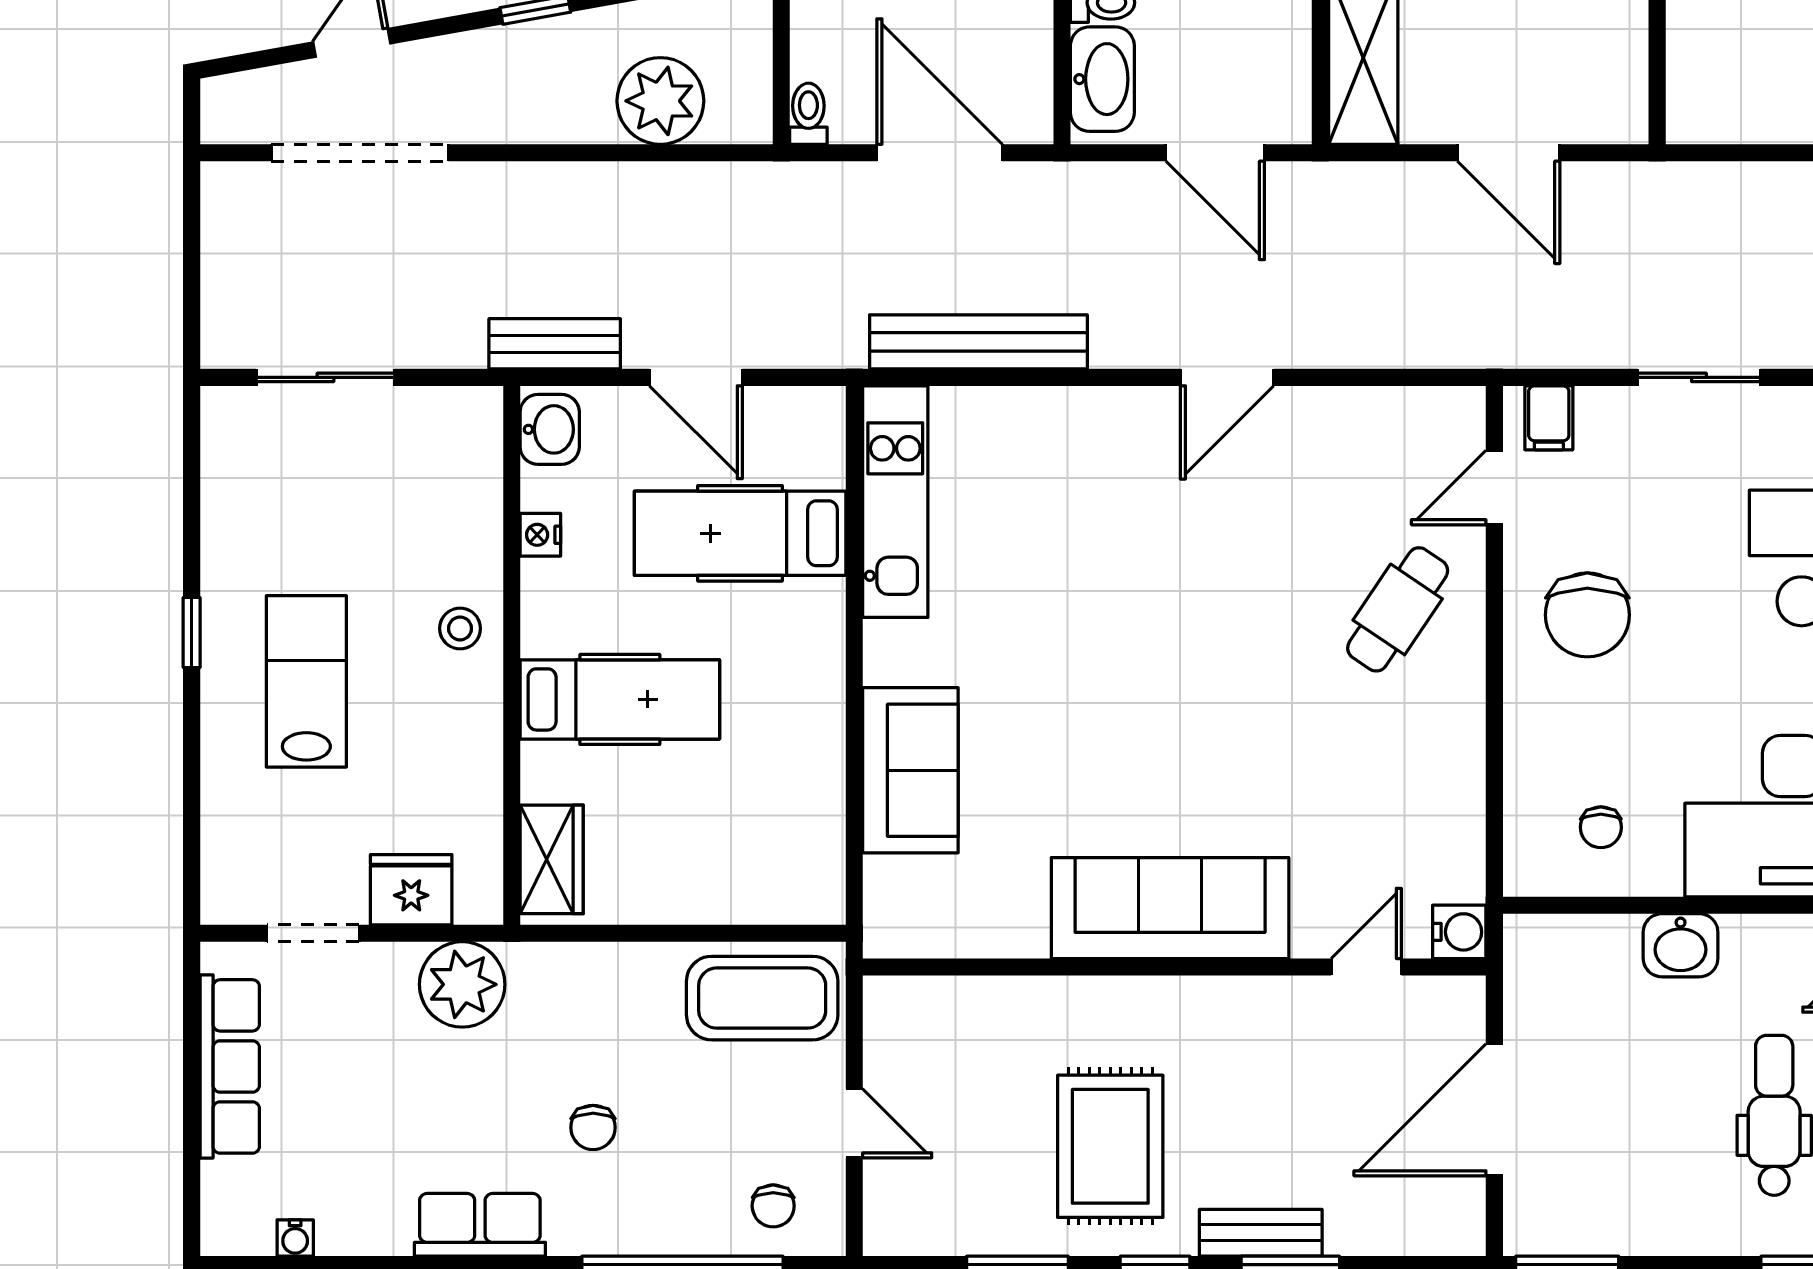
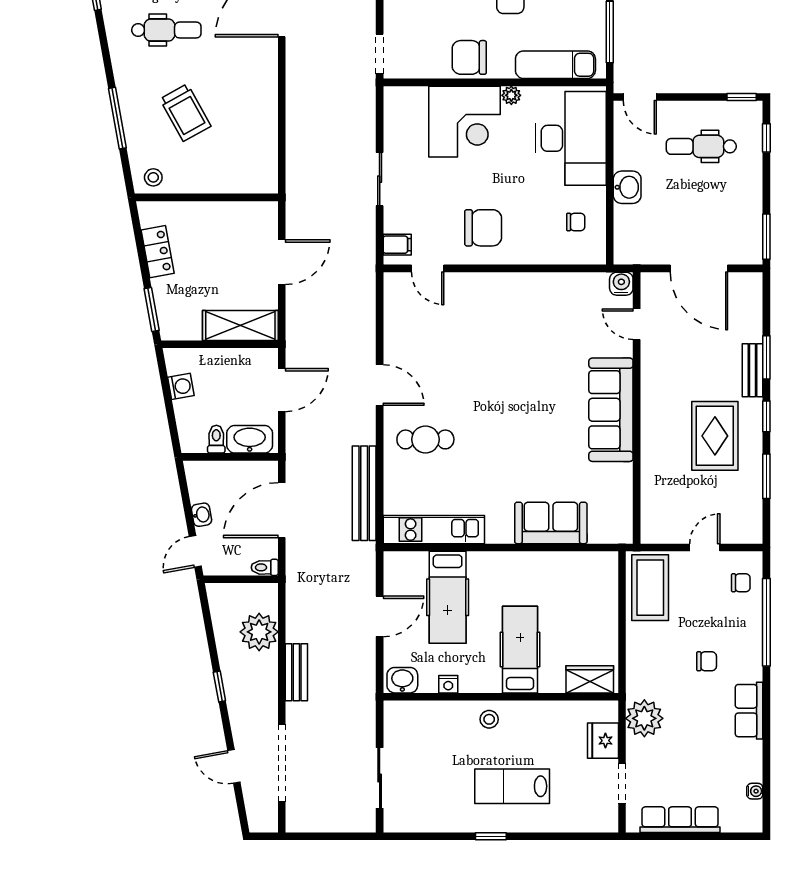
bench: (555, 344) -> (296, 672), moved
cafe table: (1398, 609) -> (425, 439), moved, turned -34
rug: (1110, 1146) -> (715, 436), turned 90

